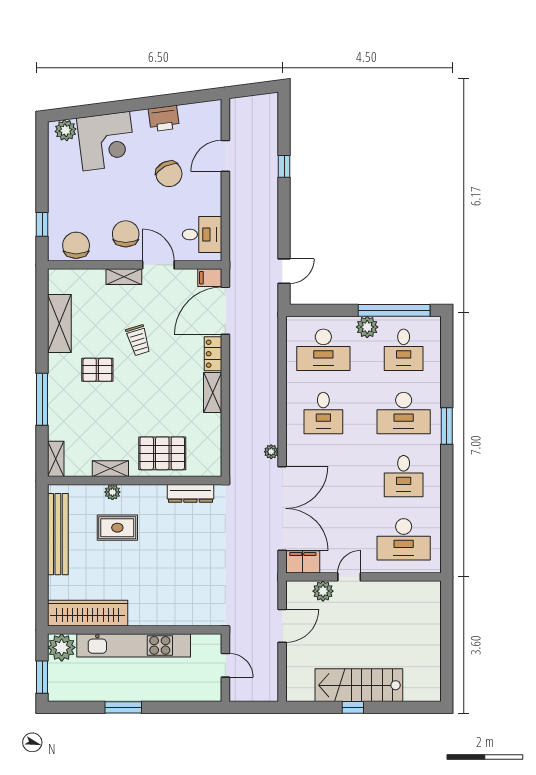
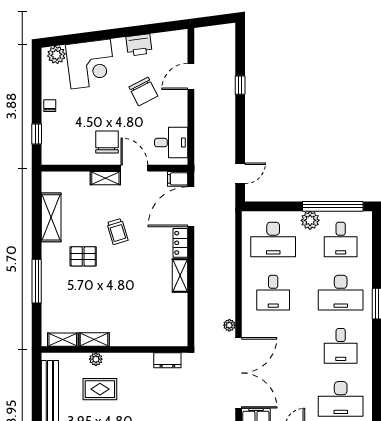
chair: (76, 245) -> (50, 106), moved, width x0.54, depth x0.54
pallet: (162, 453) -> (138, 327), removed
shelving: (56, 459) -> (63, 340), moved, turned 90
dresser: (190, 493) -> (167, 360), width x0.70

